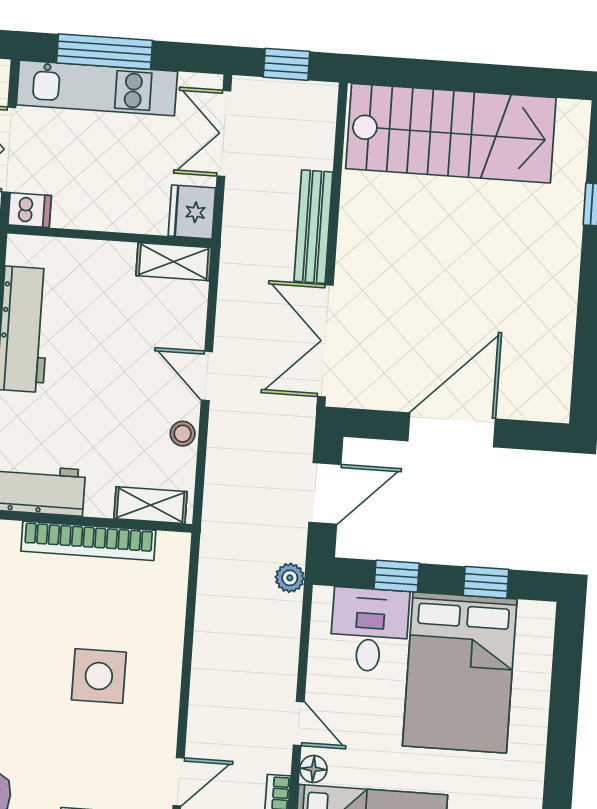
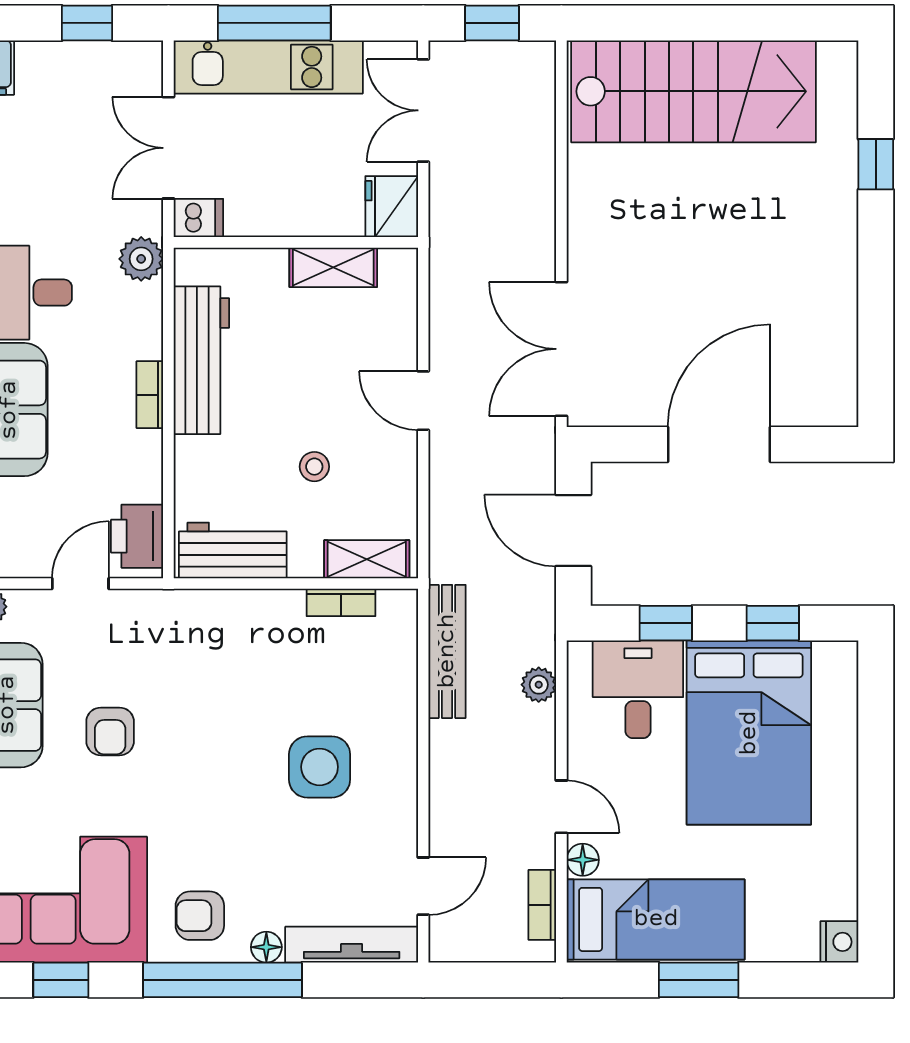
bench: (313, 227) -> (447, 651), moved
shelving: (174, 262) -> (333, 267), moved
stool: (183, 434) -> (314, 467), moved
door: (325, 493) -> (573, 531), swing flipped
bookcase: (88, 541) -> (341, 602), width x0.43, depth x0.76
plant: (290, 578) -> (539, 685), moved

